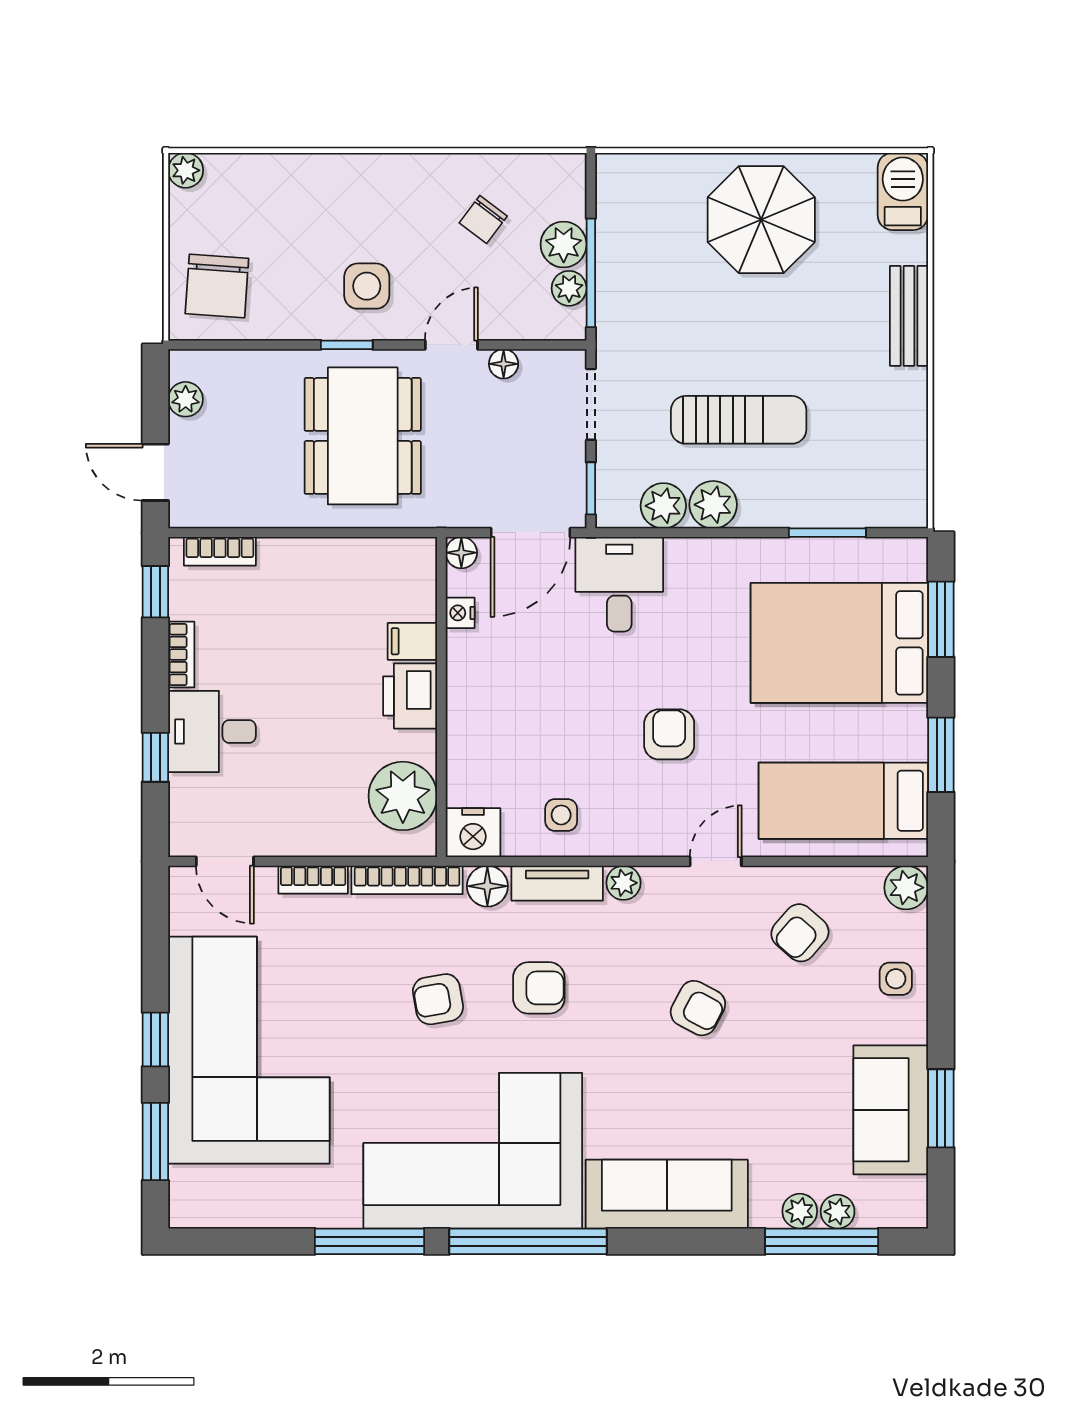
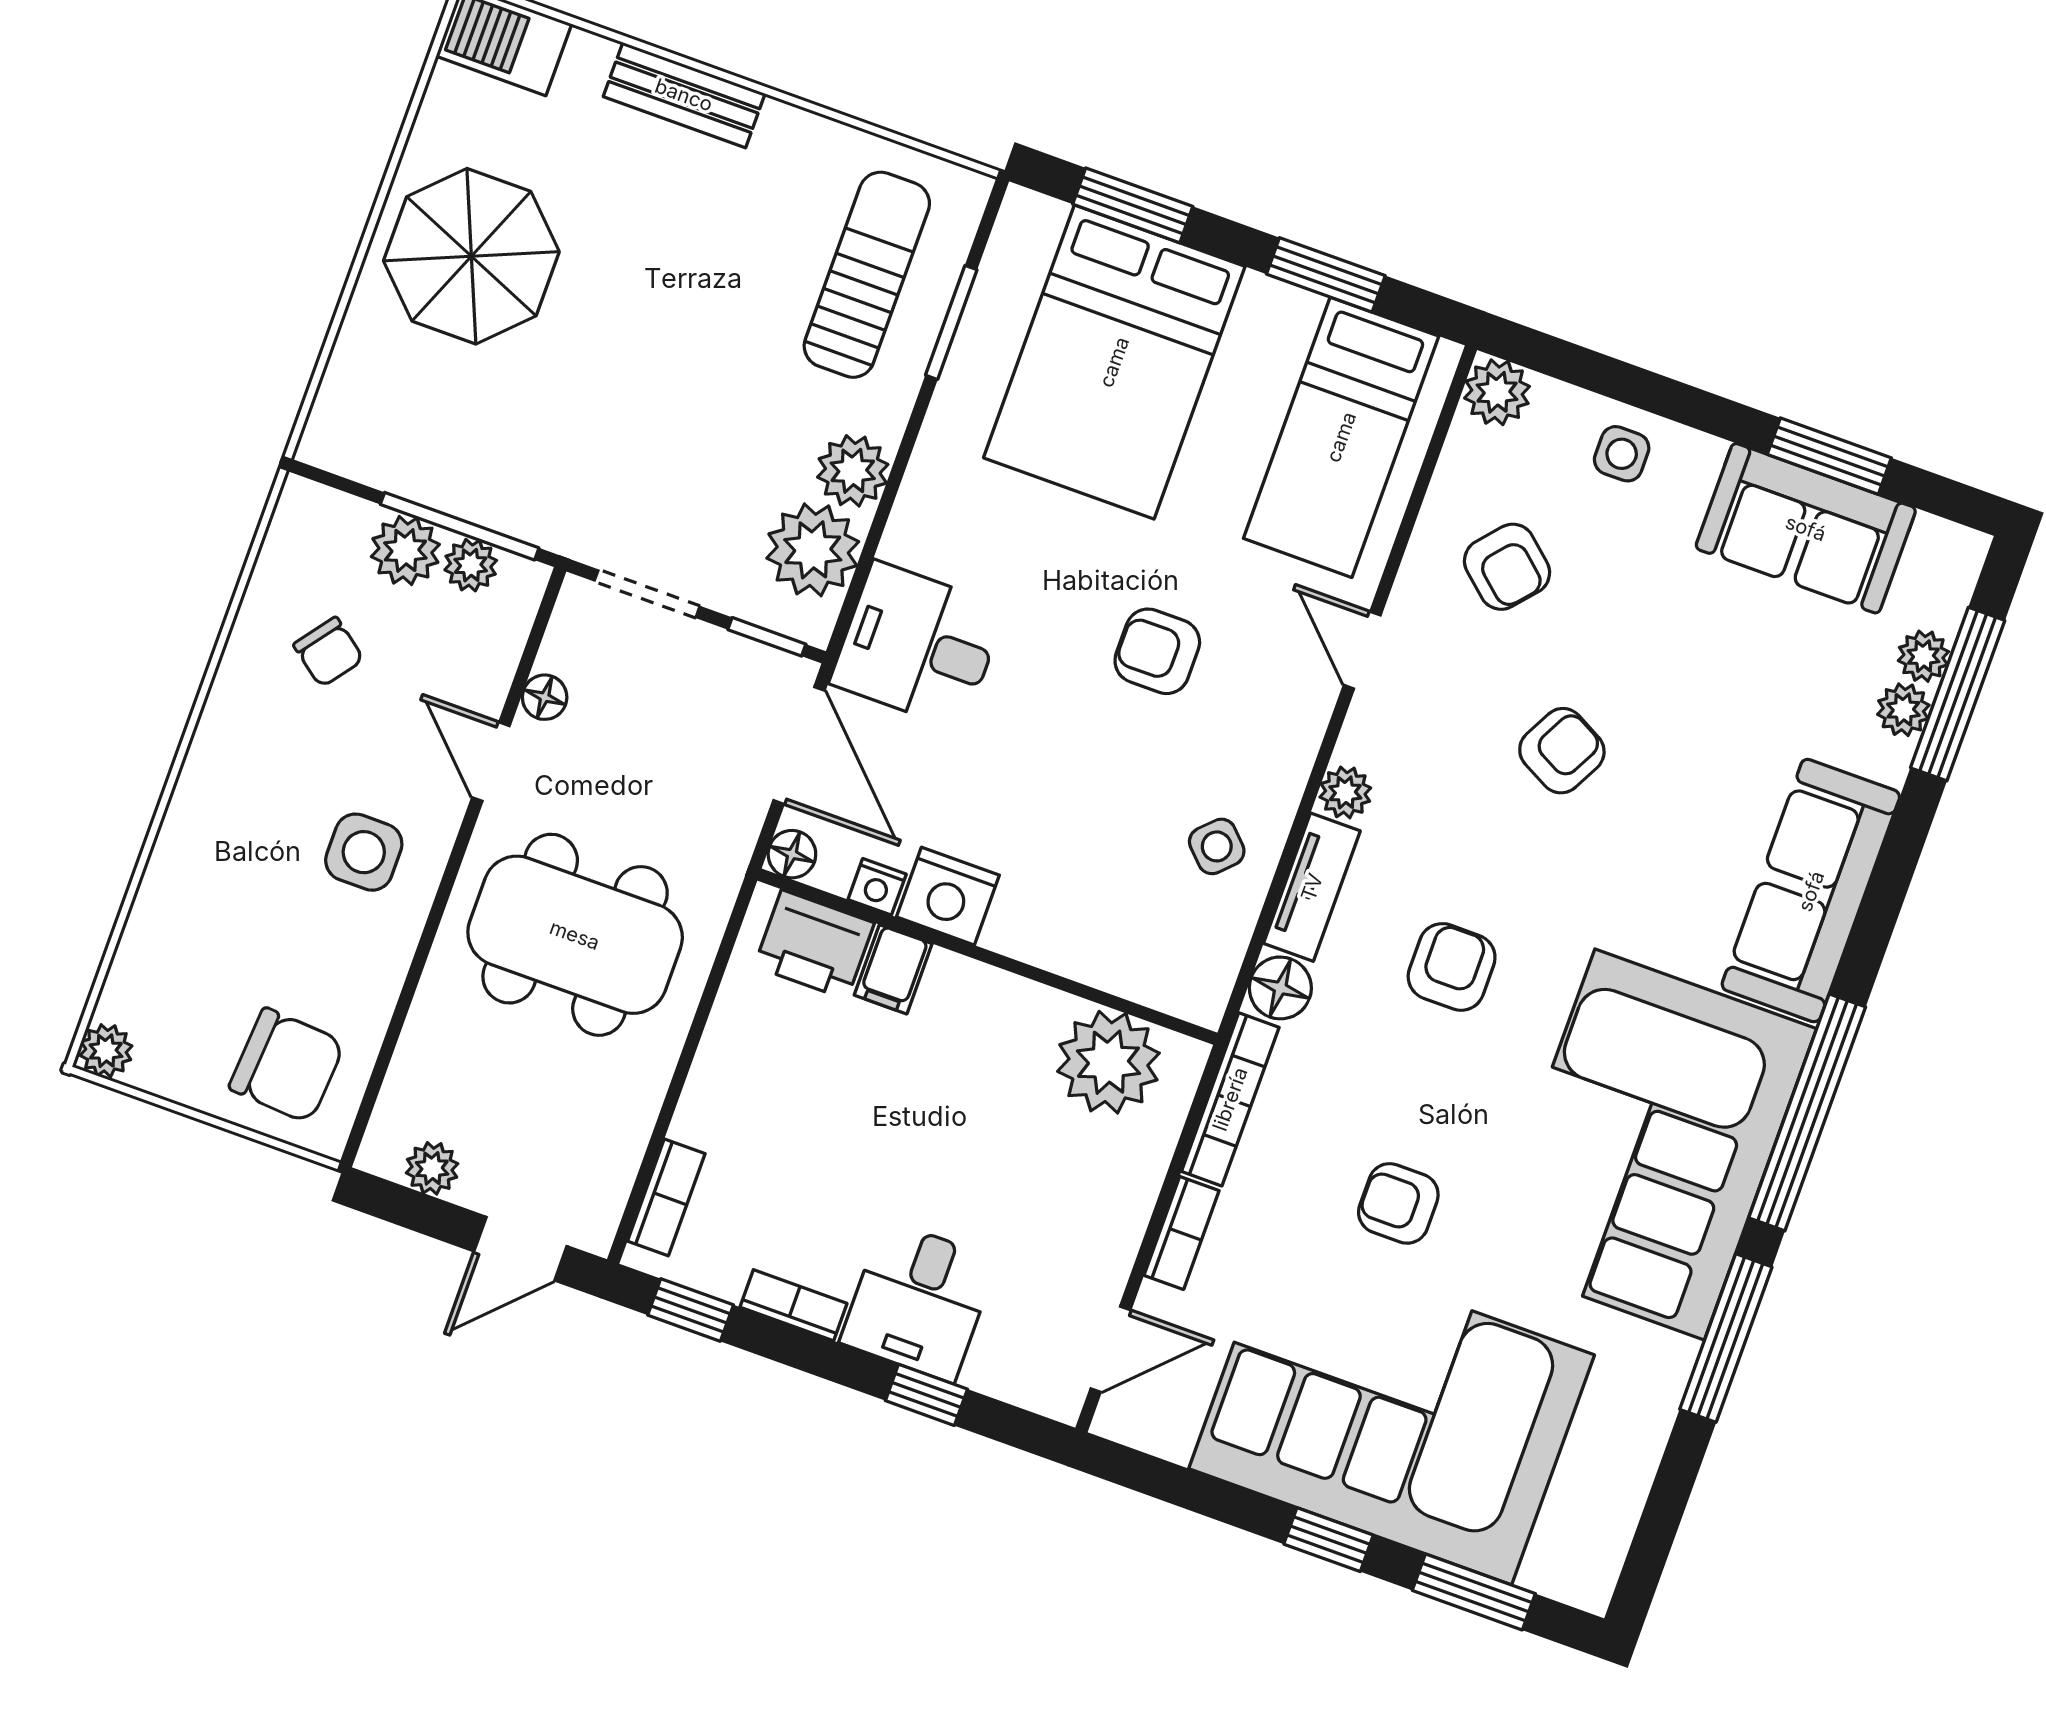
window: (347, 345) -> (437, 911), removed
sun lounger: (739, 420) -> (867, 275), moved
plant: (663, 506) -> (813, 550), width x1.36, depth x1.36
printer: (410, 696) -> (814, 945), moved
side table: (561, 815) -> (1217, 846), turned 45
nightstand: (473, 833) -> (948, 896), moved, turned 90
armchair: (438, 999) -> (1398, 1203), moved, turned 100

